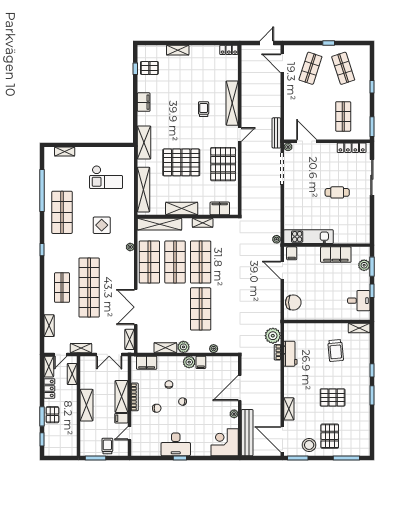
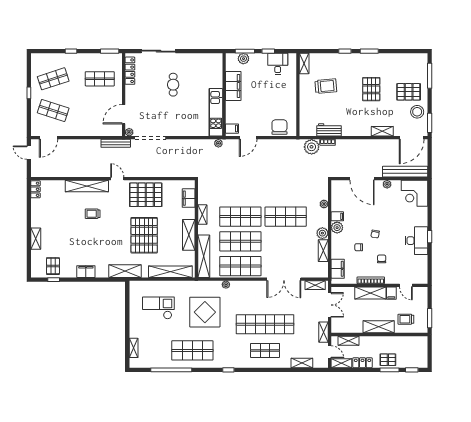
checkout: (106, 177) -> (158, 308), turned -90
display table: (102, 225) -> (205, 312), width x1.86, depth x1.86
trolley: (107, 446) -> (406, 319), moved

